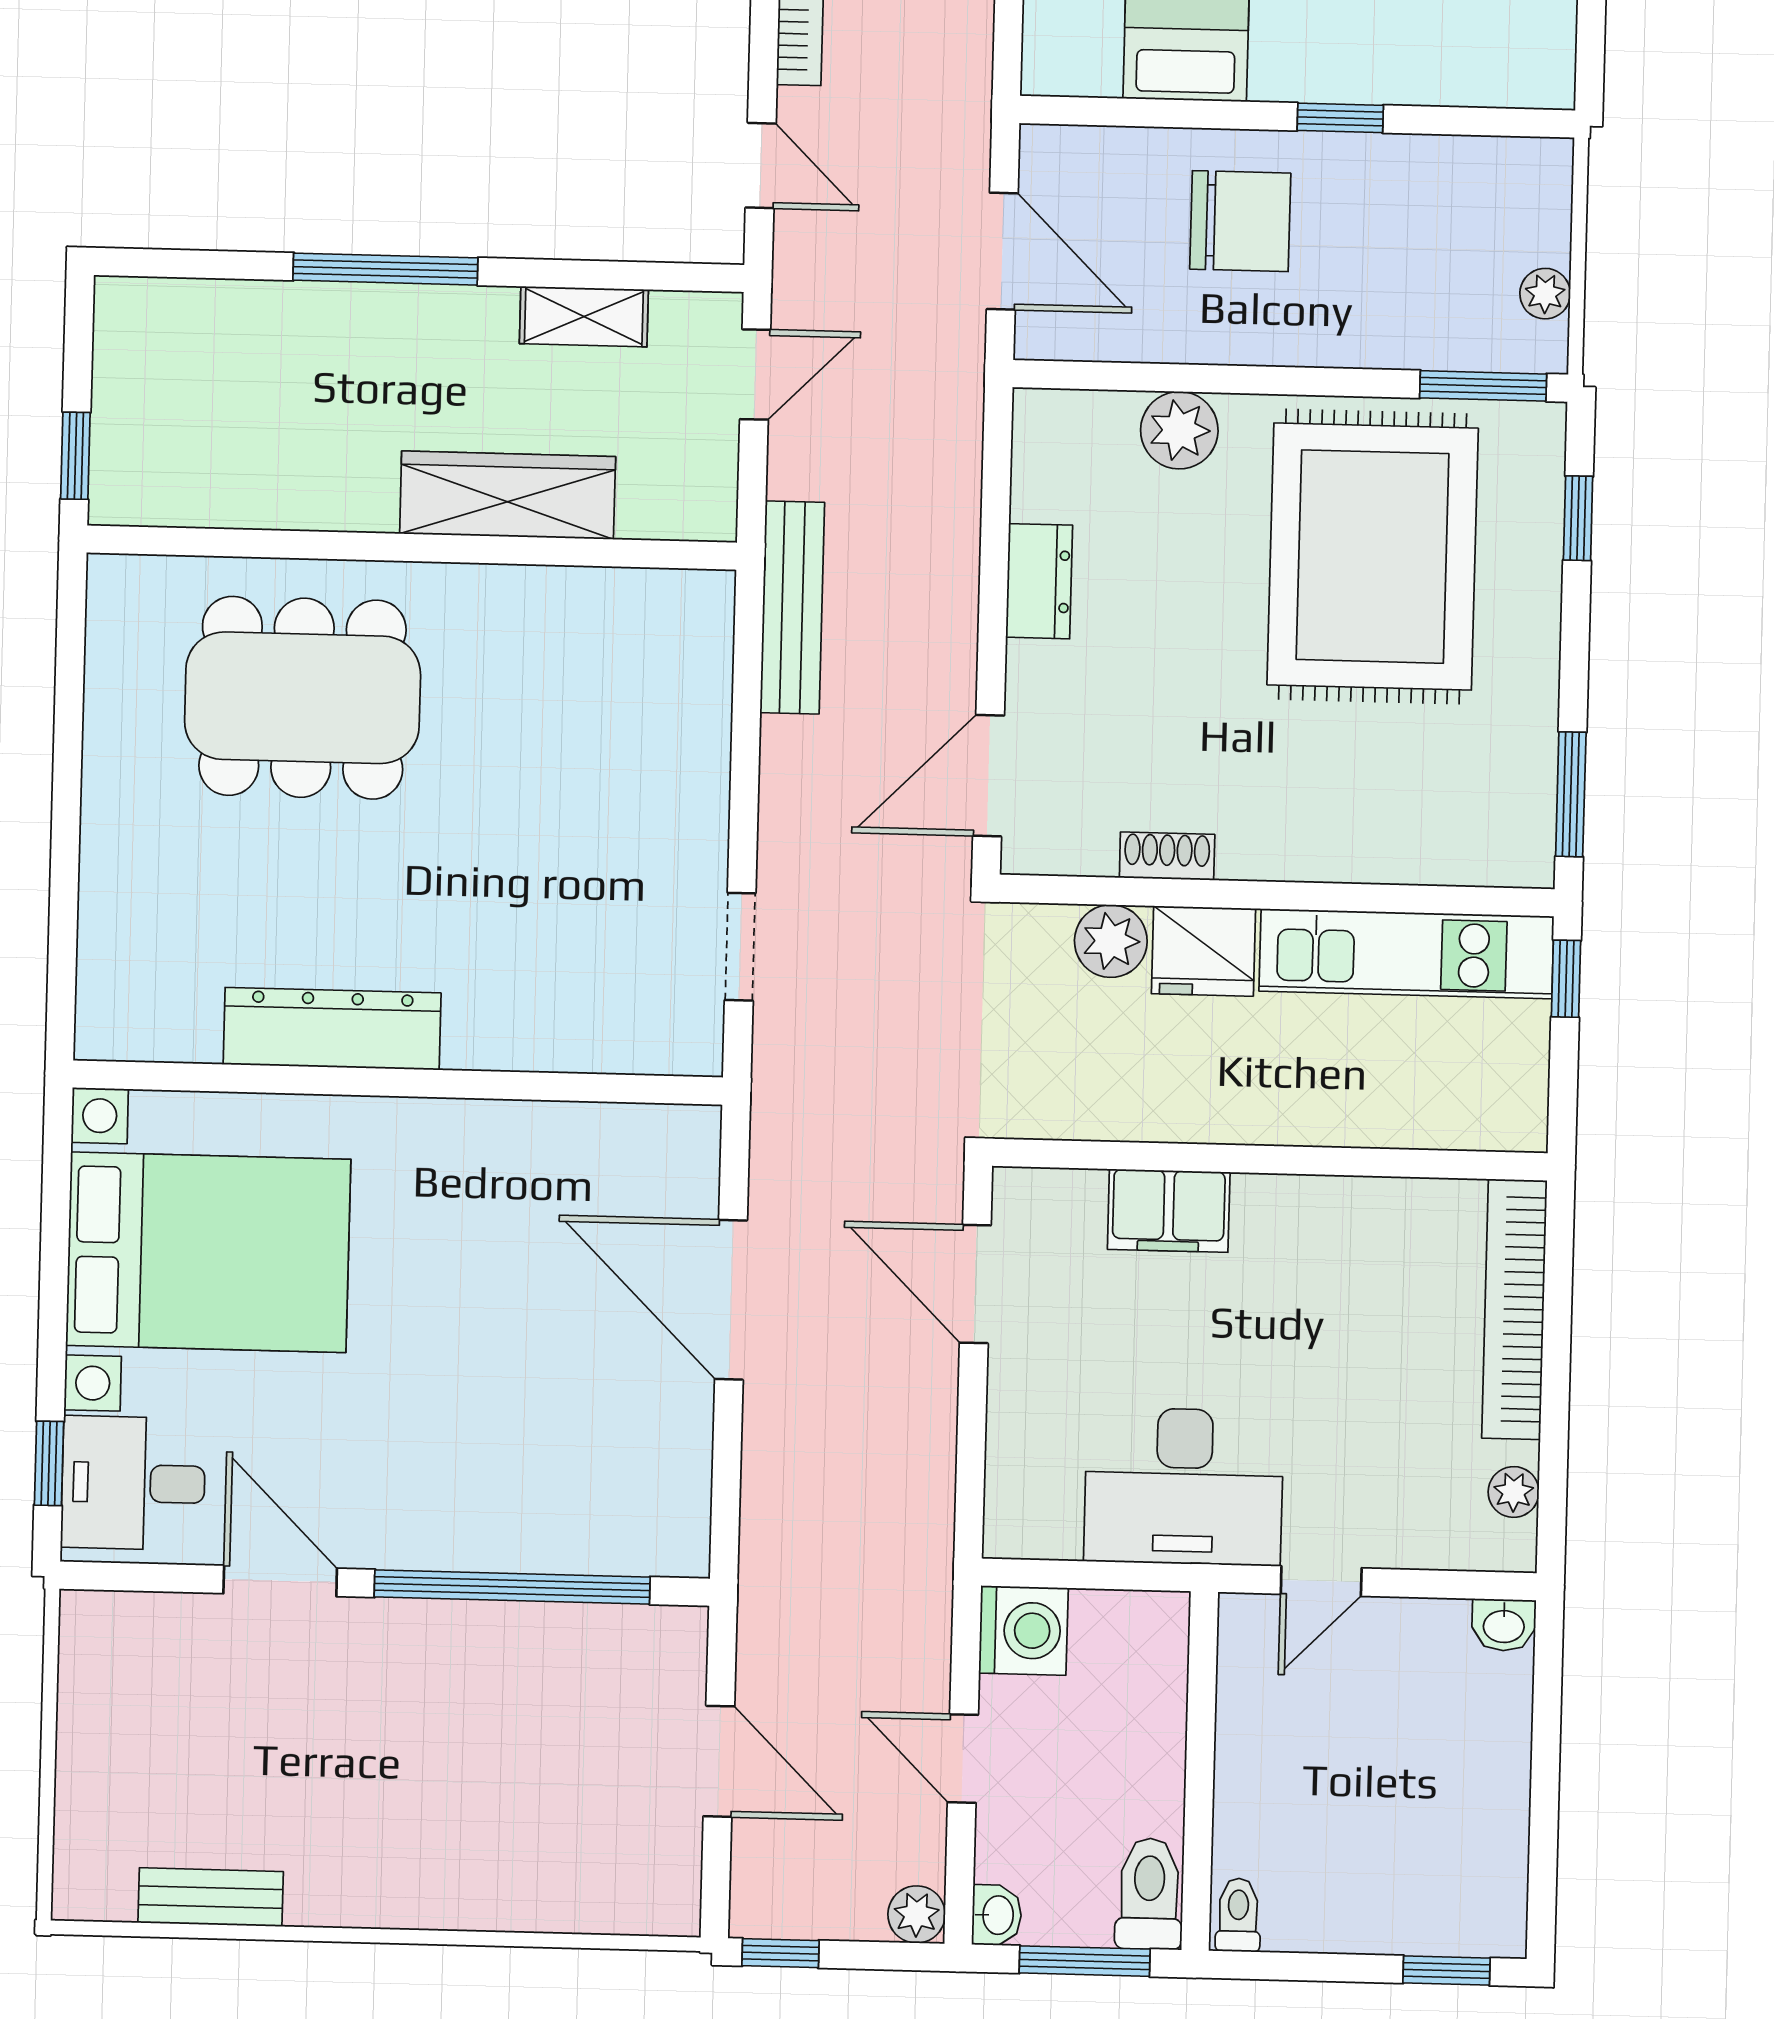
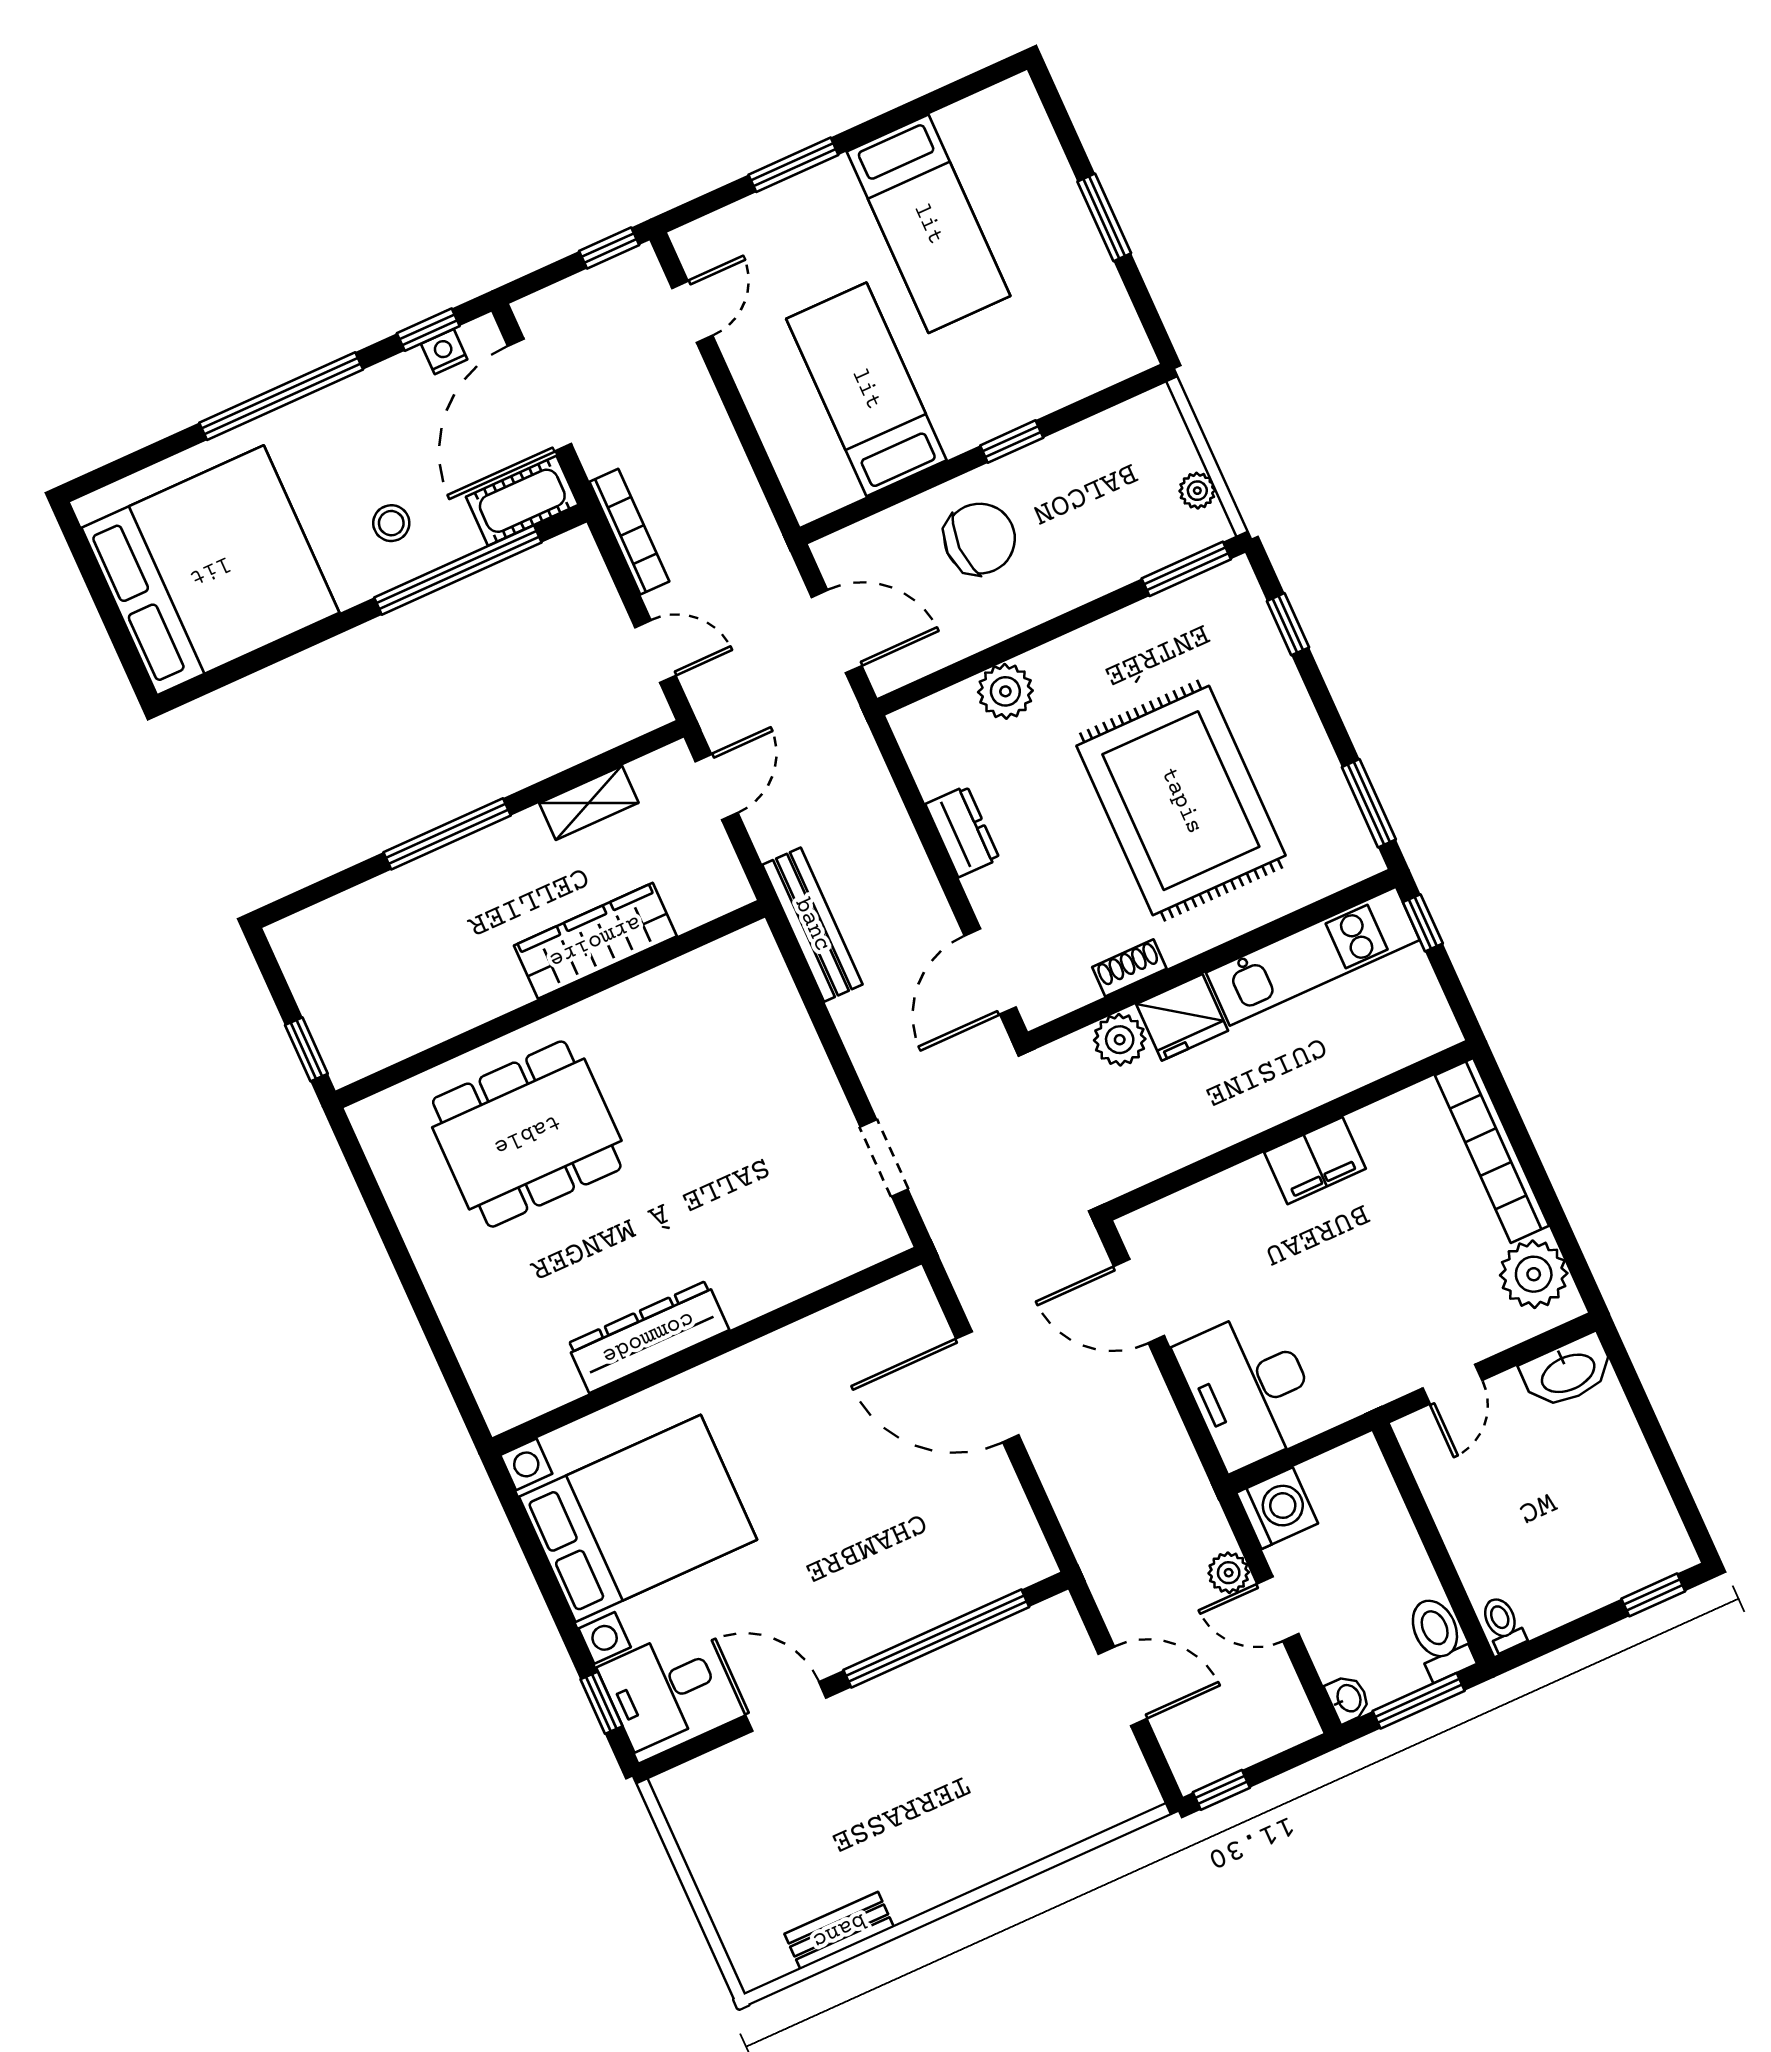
rug: (1373, 557) -> (1181, 801), moved
filing cabinet: (1169, 1211) -> (1315, 1161), moved
desk: (1184, 1486) -> (1249, 1389), moved, turned 90
plant: (1514, 1492) -> (1534, 1274), width x1.87, depth x1.87
washbasin: (1504, 1625) -> (1568, 1372), width x1.91, depth x1.45
plant: (917, 1914) -> (1229, 1573), moved

